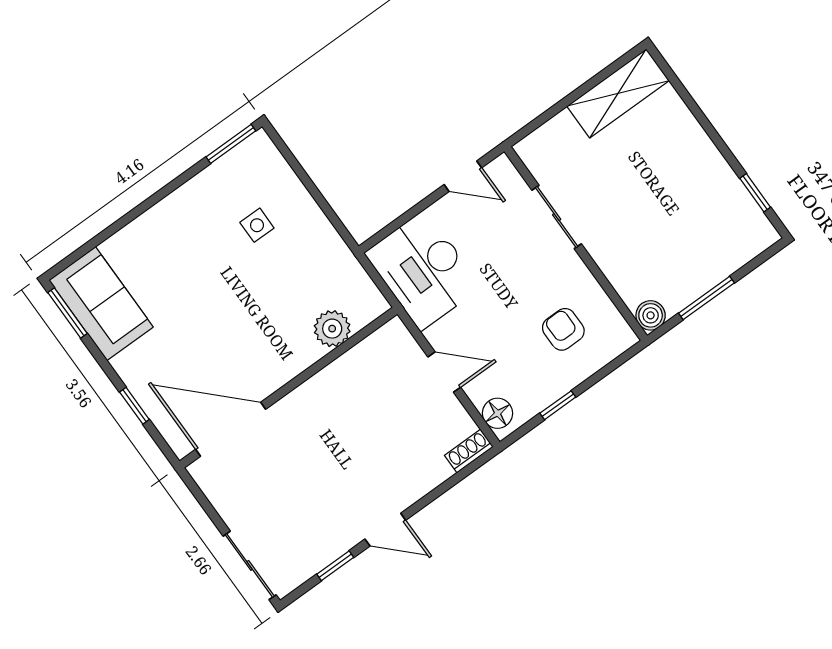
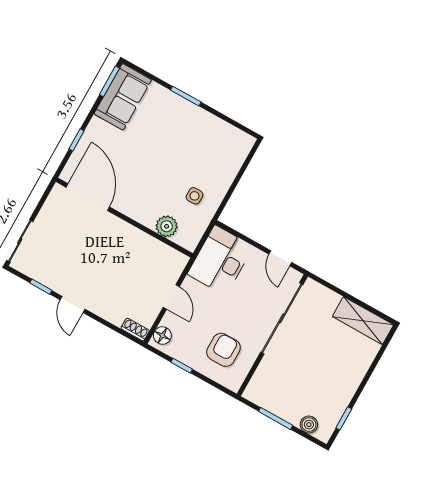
window: (231, 144) -> (186, 96), moved
sliding door: (557, 217) -> (282, 318), width x1.86
side table: (257, 225) -> (195, 196), moved
boiler: (651, 315) -> (309, 425), moved
armchair: (563, 329) -> (223, 350), width x1.38, depth x1.38

